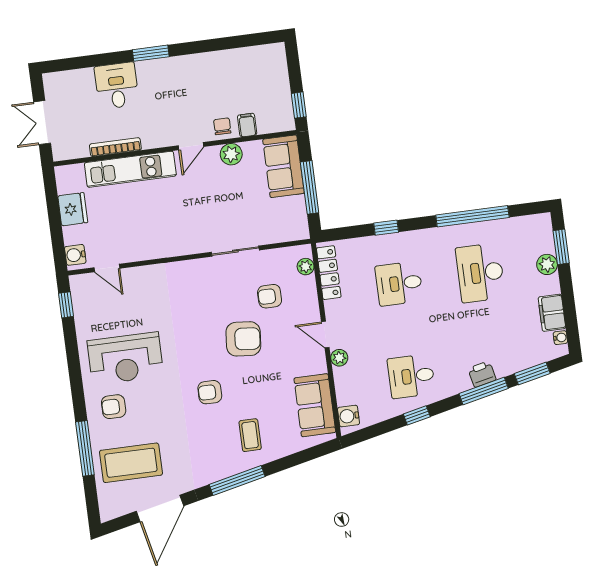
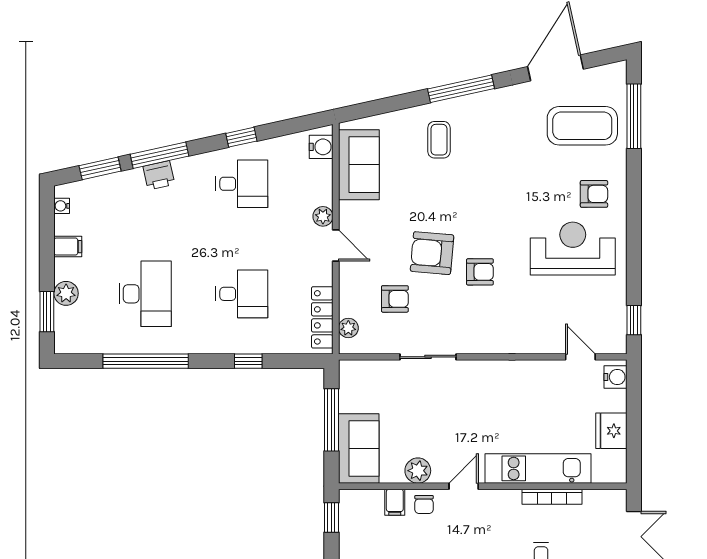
filing cabinet: (552, 313) -> (68, 247), width x0.50
armchair: (210, 392) -> (480, 272), moved
window: (85, 448) -> (634, 116), moved

